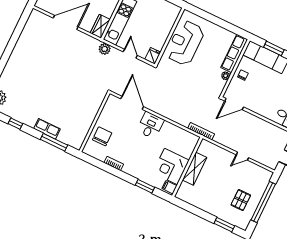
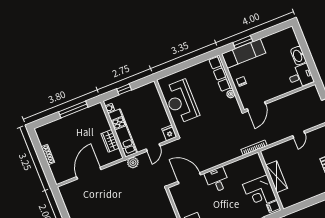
wardrobe: (100, 26) -> (110, 141), moved
door: (130, 54) -> (153, 147), swing flipped

